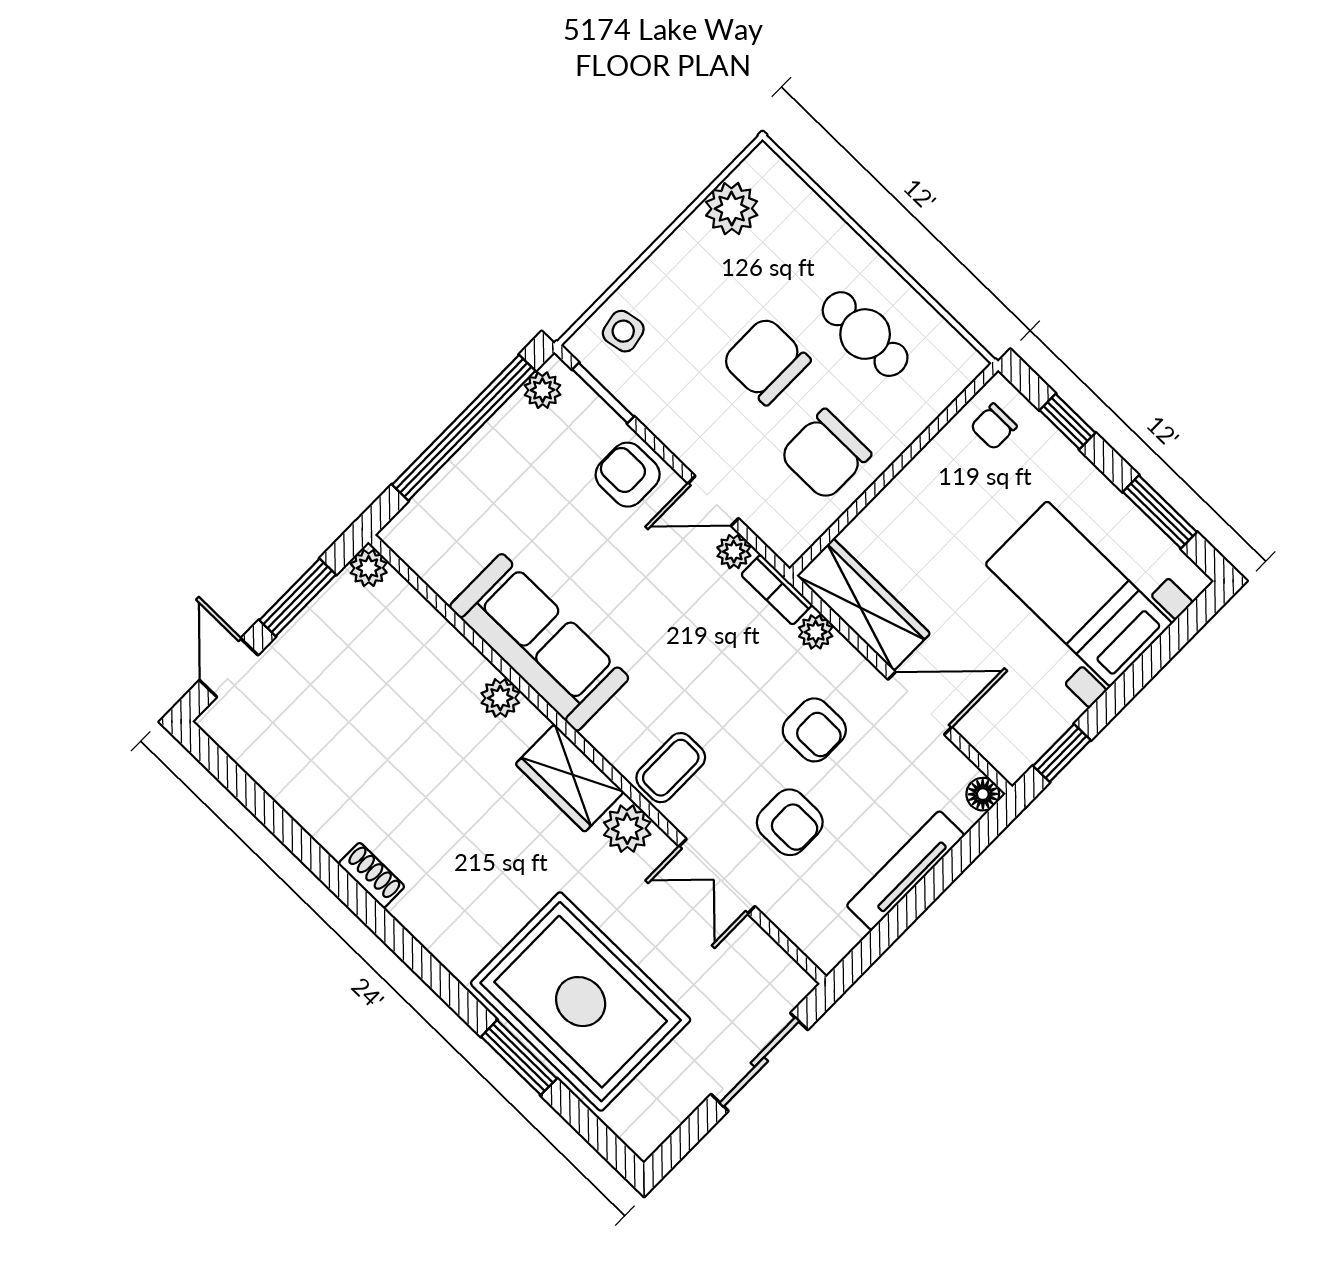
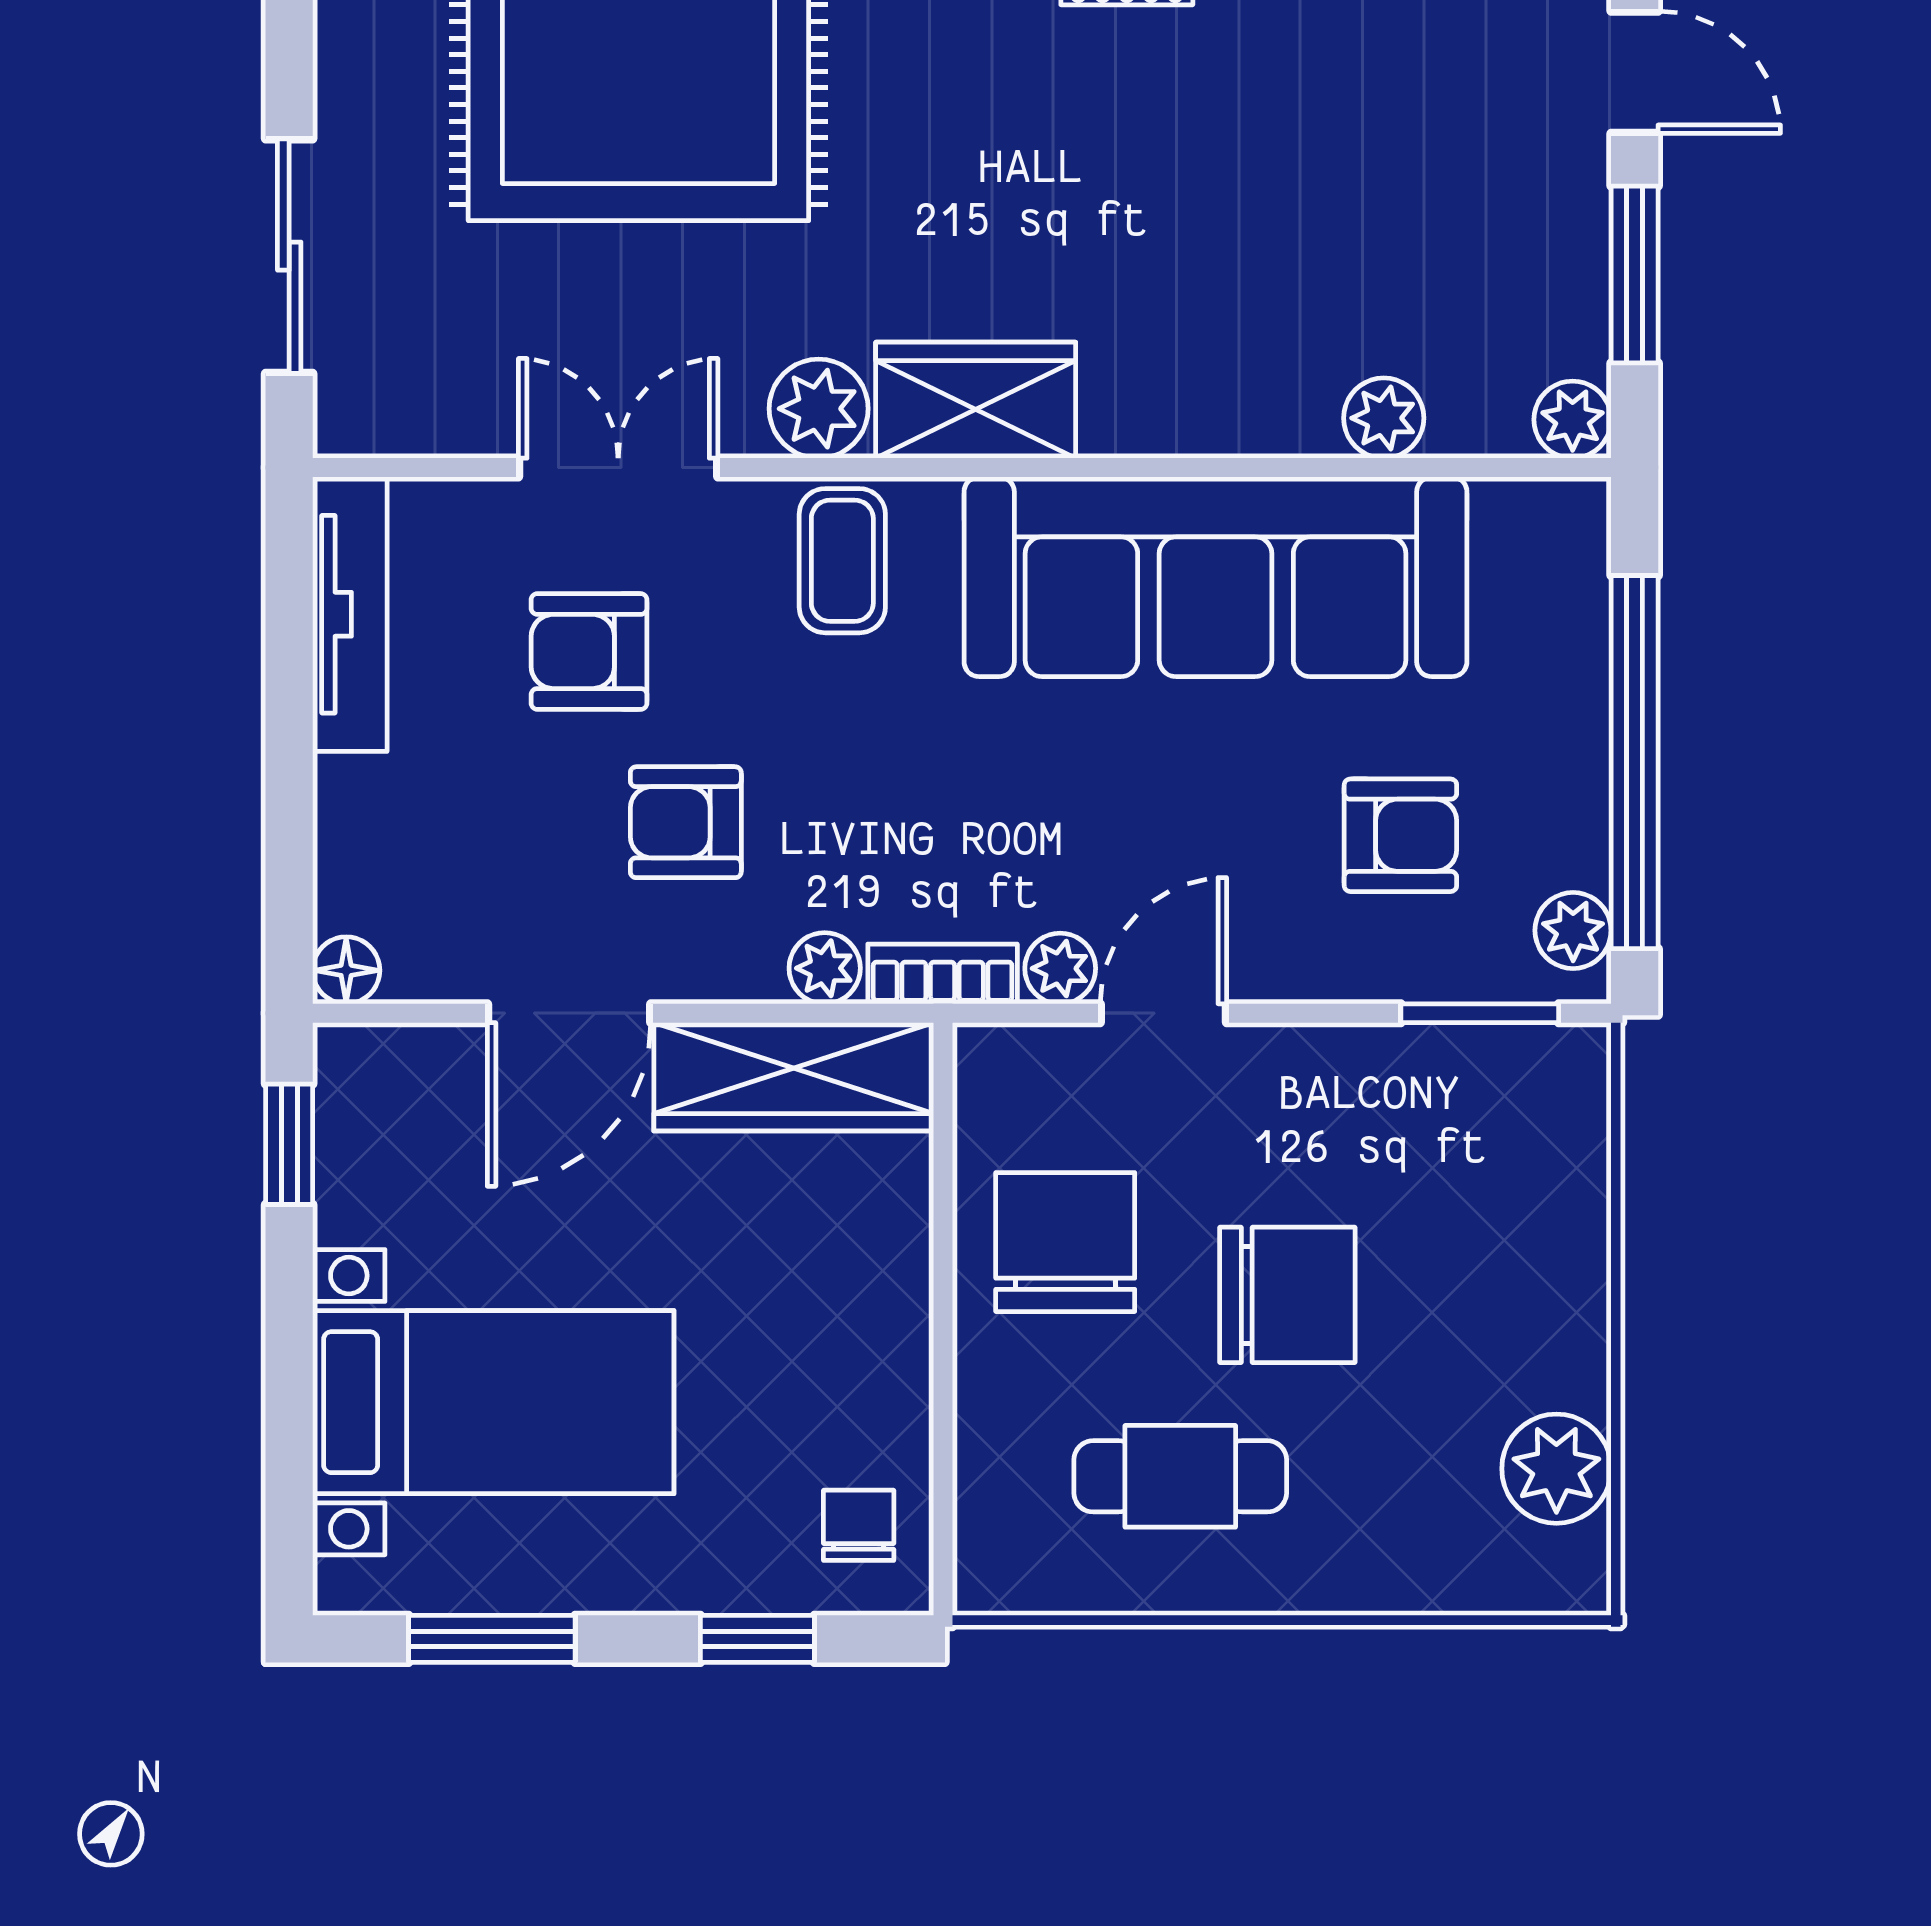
side table: (623, 331) -> (1539, 1133), removed
armchair: (628, 475) -> (1400, 835), moved
sofa: (539, 642) -> (1215, 577), width x1.36, depth x1.27
plant: (500, 698) -> (1384, 418), moved
tv unit: (906, 870) -> (350, 614), moved

